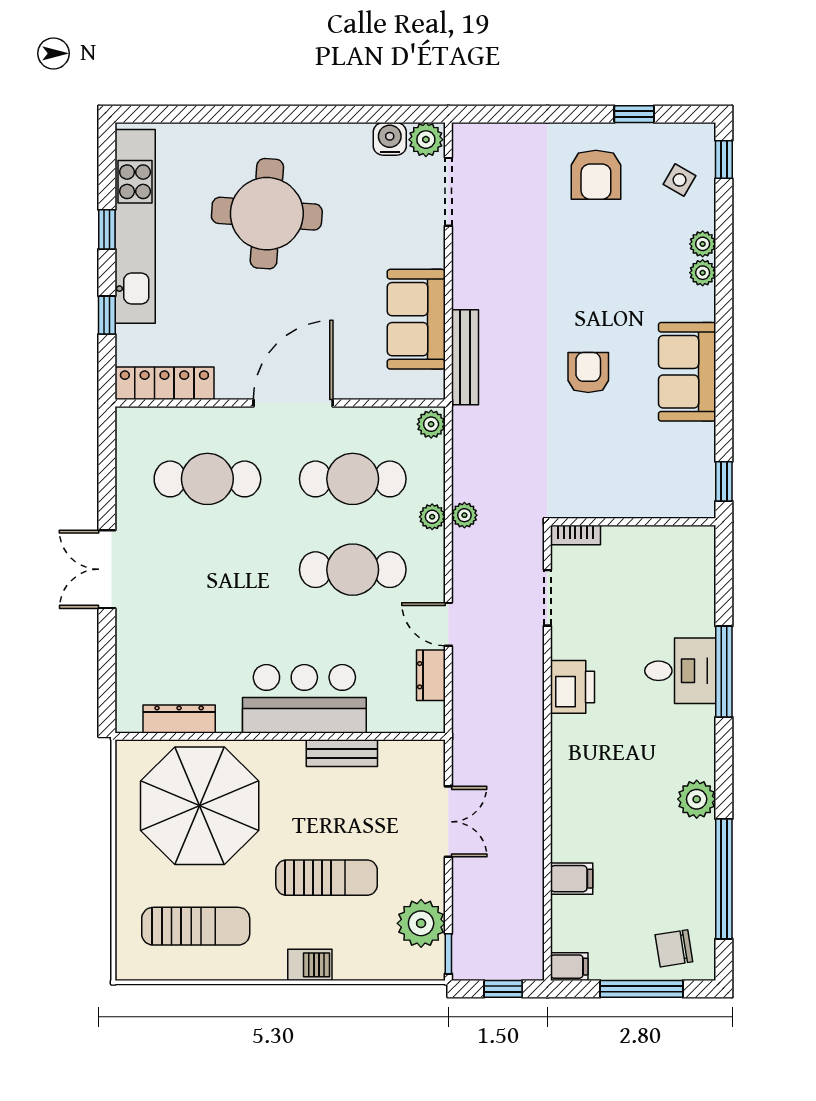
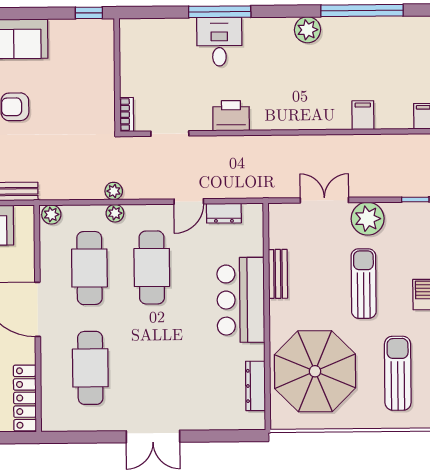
plant: (421, 923) -> (368, 219), moved
chair: (674, 948) -> (410, 44), removed

